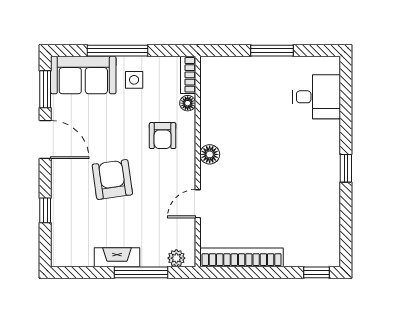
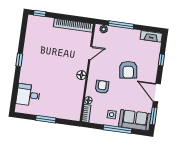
fireplace: (117, 257) -> (151, 36), moved

